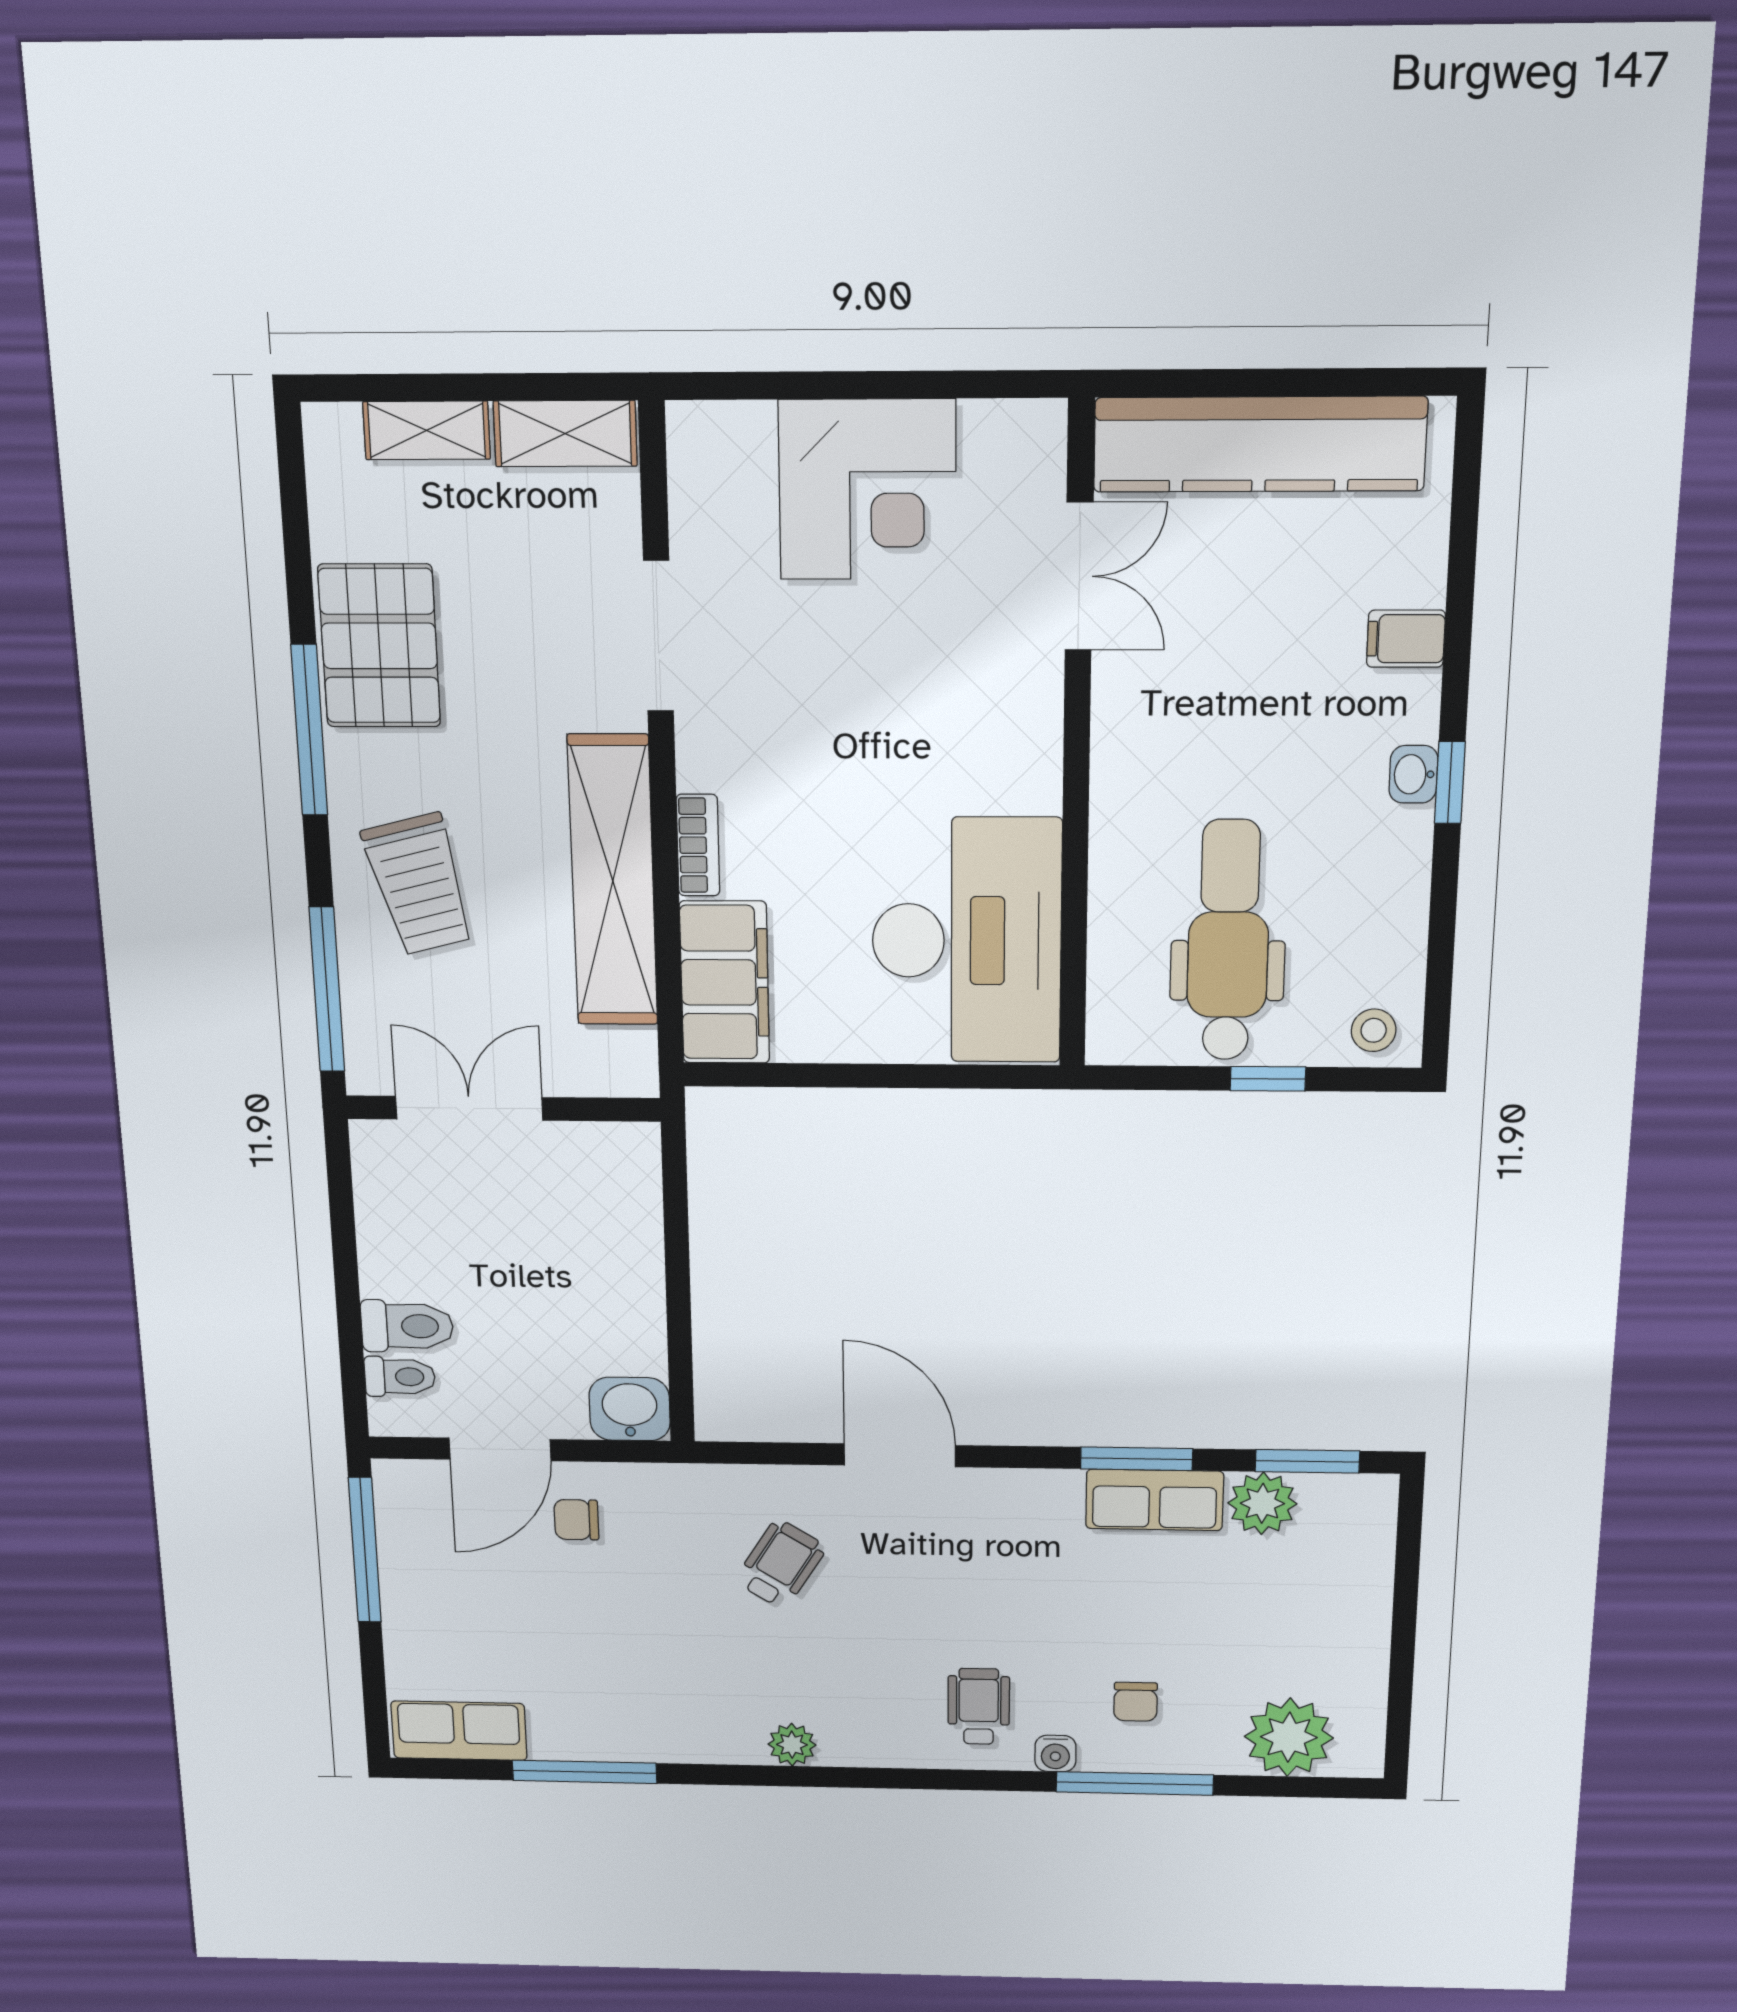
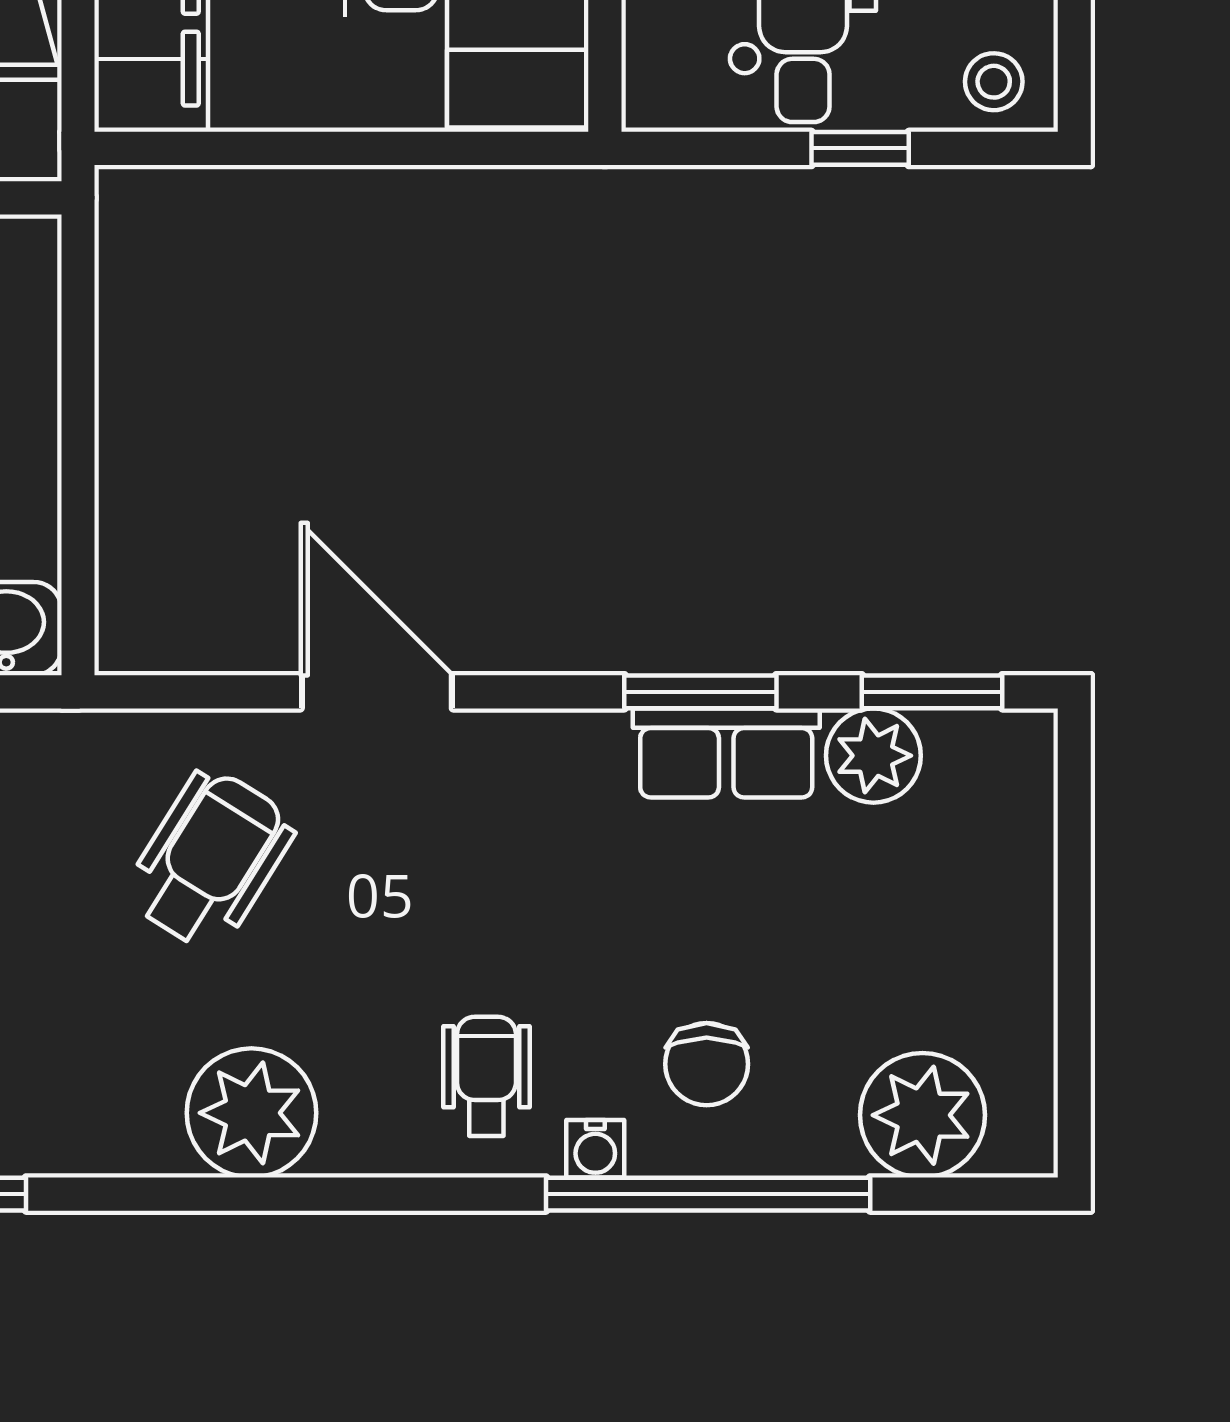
wheelchair: (781, 1564) -> (210, 860), width x1.36, depth x1.37
chair: (1136, 1702) -> (707, 1064), width x1.37, depth x1.37
plant: (792, 1745) -> (251, 1113), width x1.88, depth x1.88
window: (1135, 1783) -> (708, 1194), width x1.46

